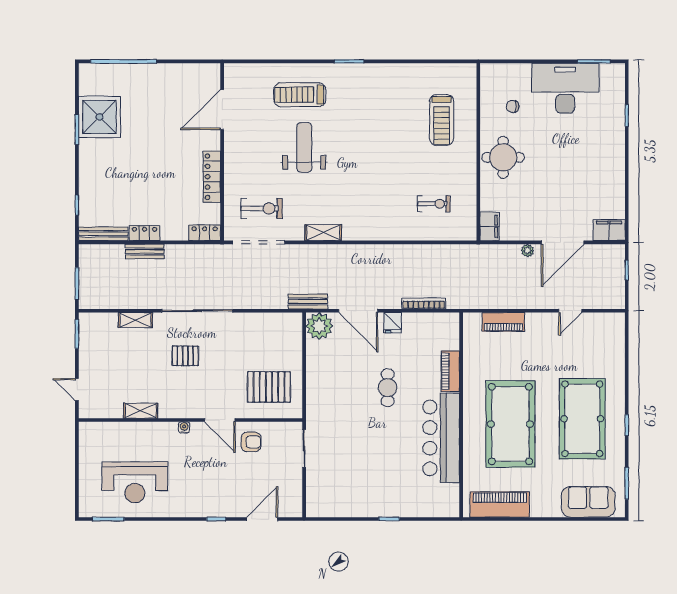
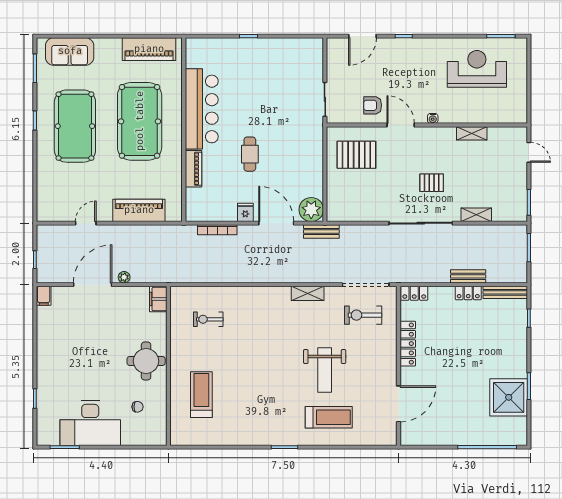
filing cabinet: (609, 230) -> (44, 296), width x0.50
piano: (503, 322) -> (139, 210), width x1.37, depth x1.33

